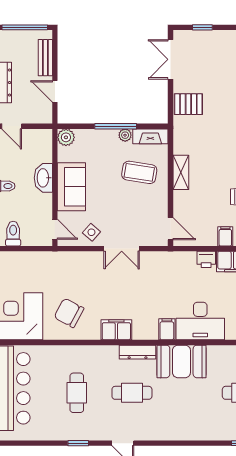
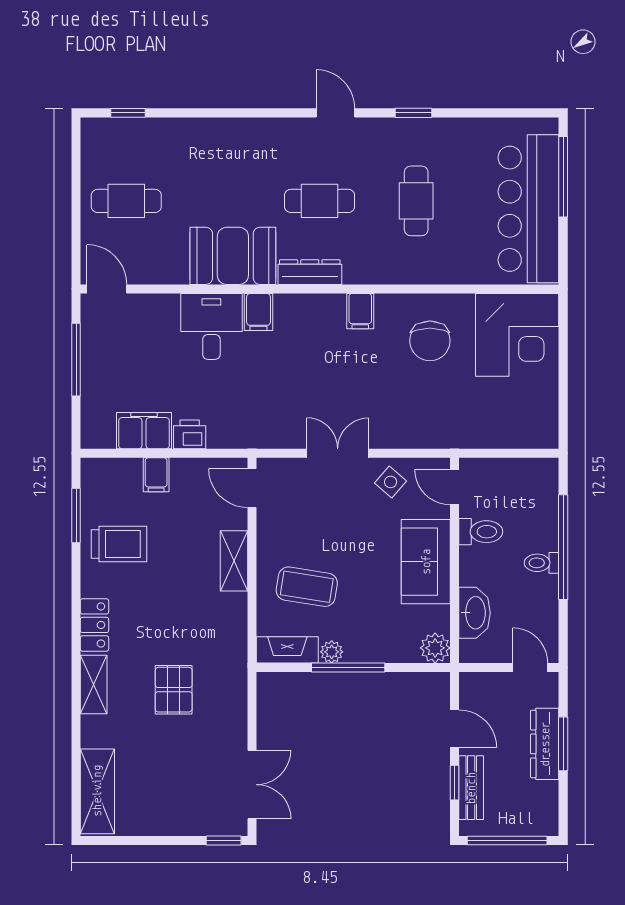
window: (202, 27) -> (224, 841), moved
window: (55, 60) -> (455, 783), added
pallet: (188, 104) -> (174, 690), moved, turned 90
shelving: (181, 172) -> (234, 561), moved
washbasin: (43, 178) -> (475, 613), moved
toilet: (13, 234) -> (481, 532), moved, turned -90
chair: (69, 313) -> (430, 341), turned 62
desk: (200, 321) -> (211, 326), width x0.73
filing cabinet: (116, 330) -> (360, 311), width x0.50

